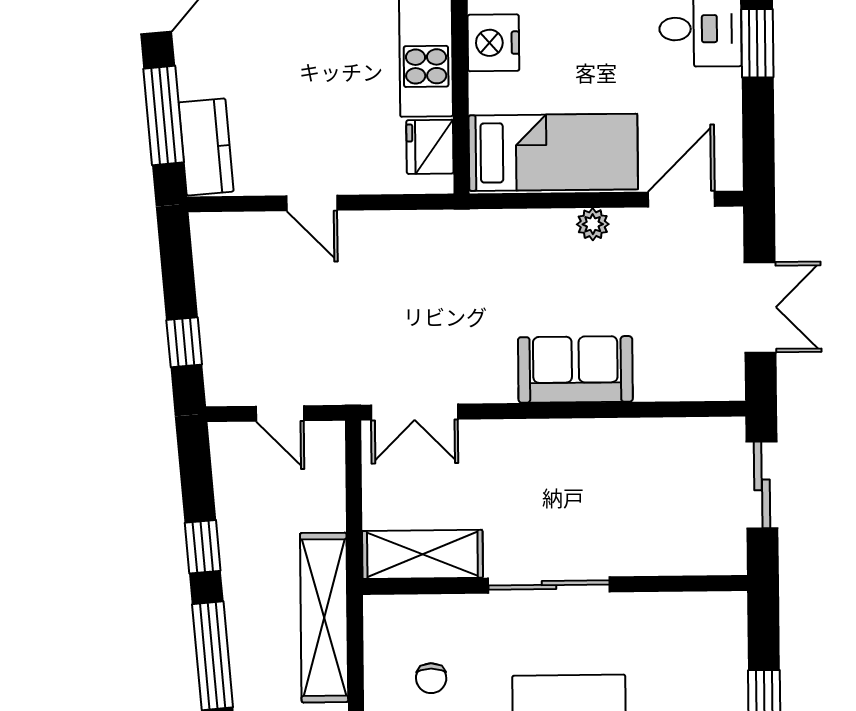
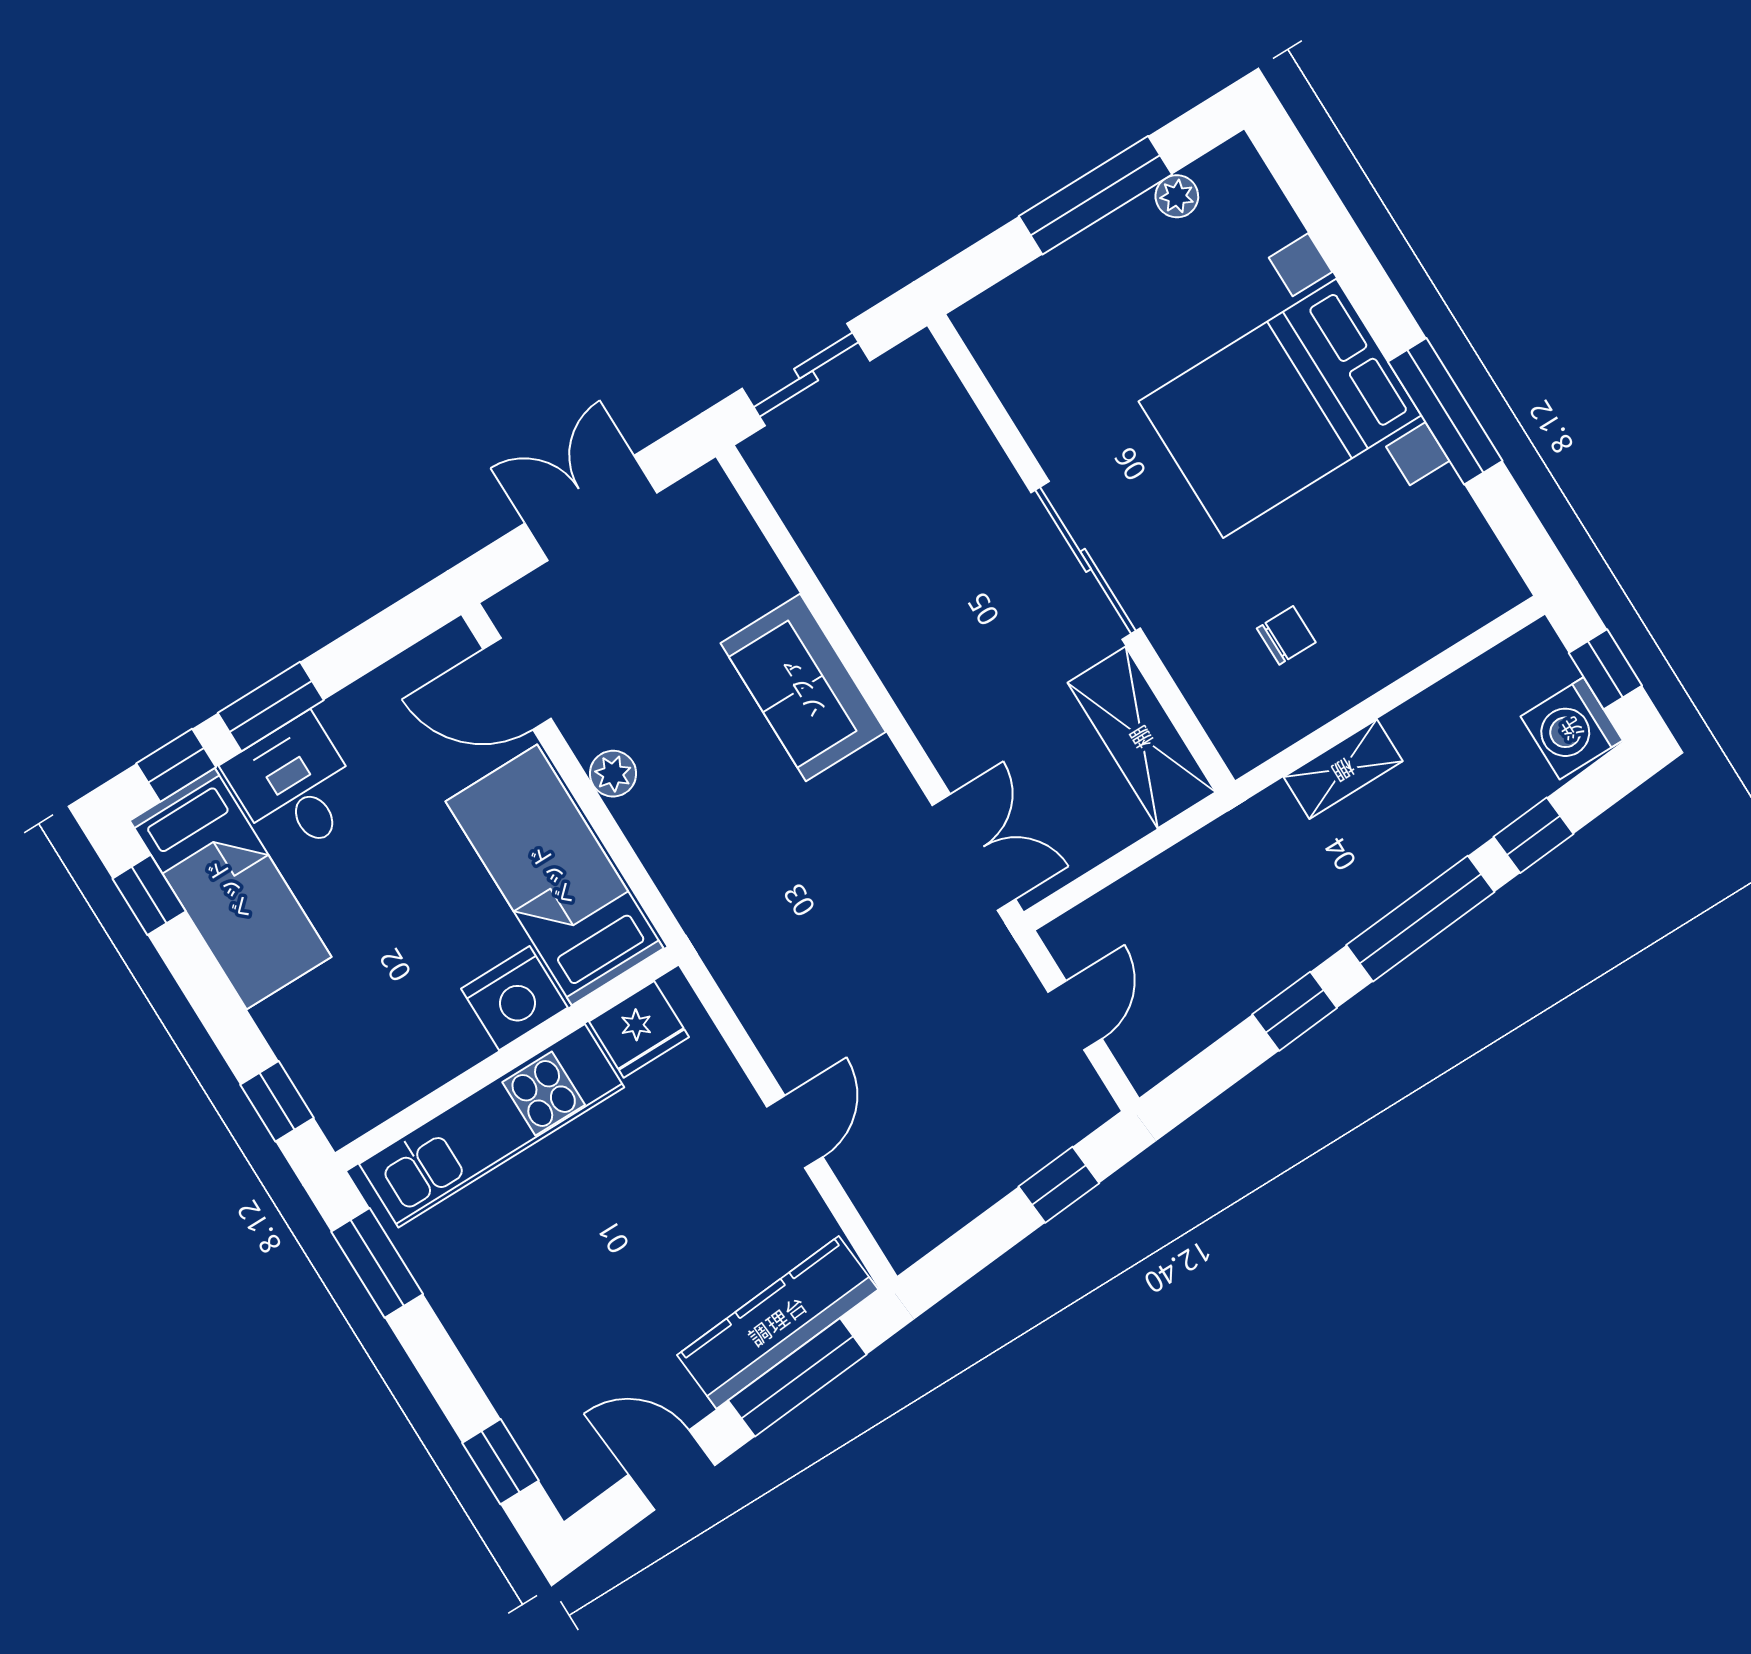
nightstand: (493, 43) -> (514, 998), moved
kitchen counter: (206, 147) -> (778, 1322), width x1.50
shelving: (324, 618) -> (1343, 769), width x0.45, depth x0.75

